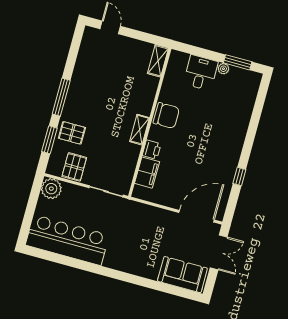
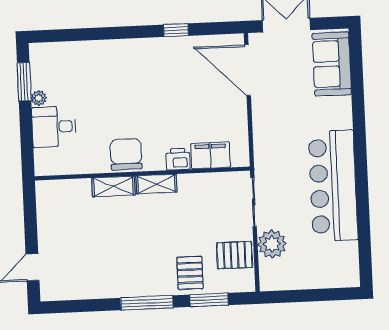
shelving: (158, 61) -> (113, 186), moved
plant: (51, 189) -> (272, 244), moved
bar counter: (67, 240) -> (333, 186), moved

